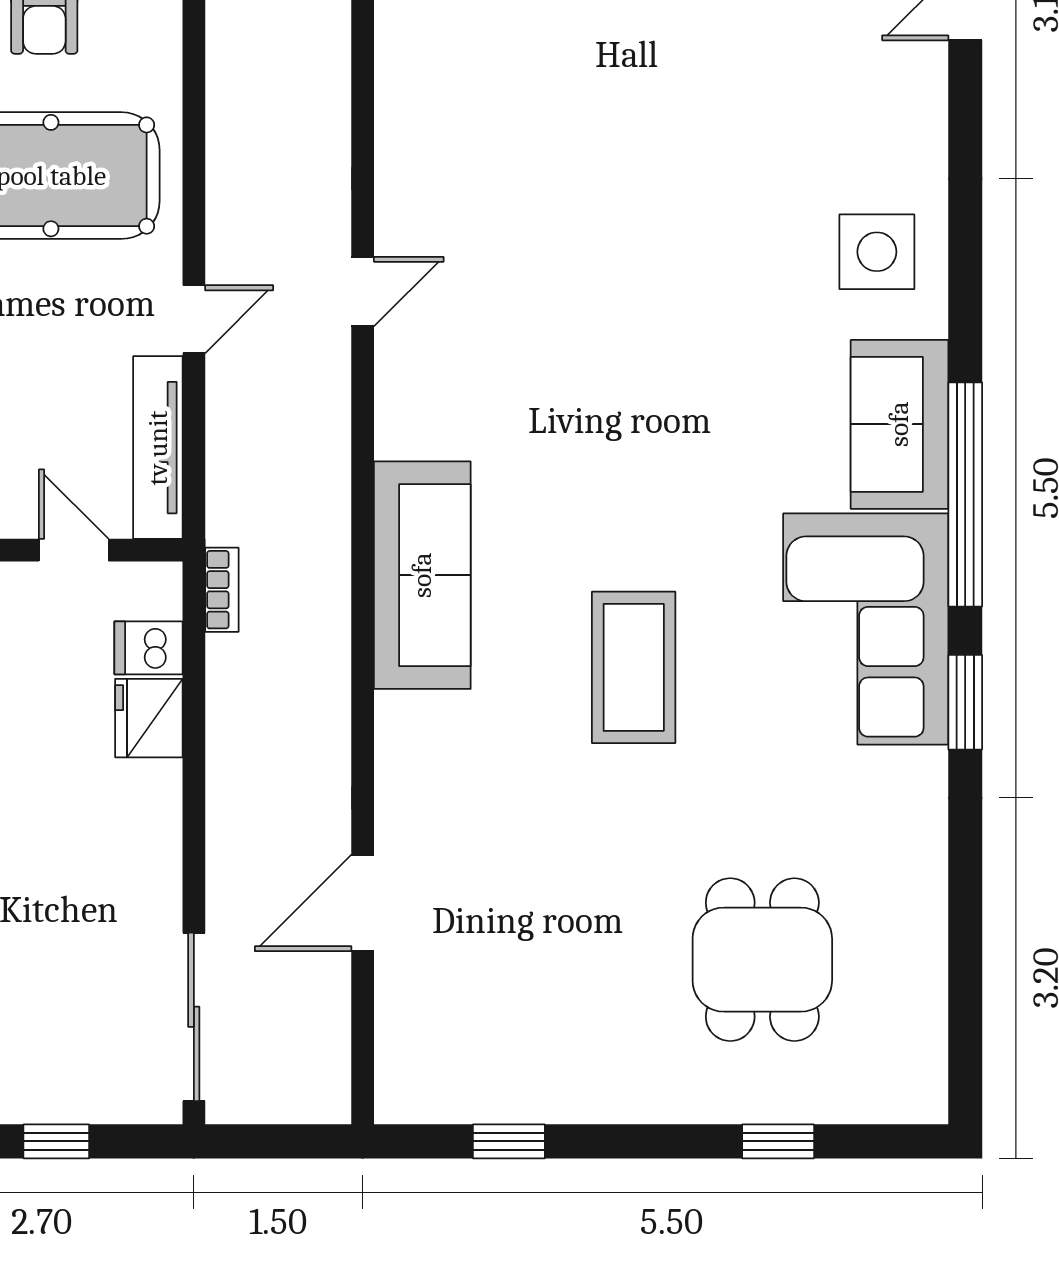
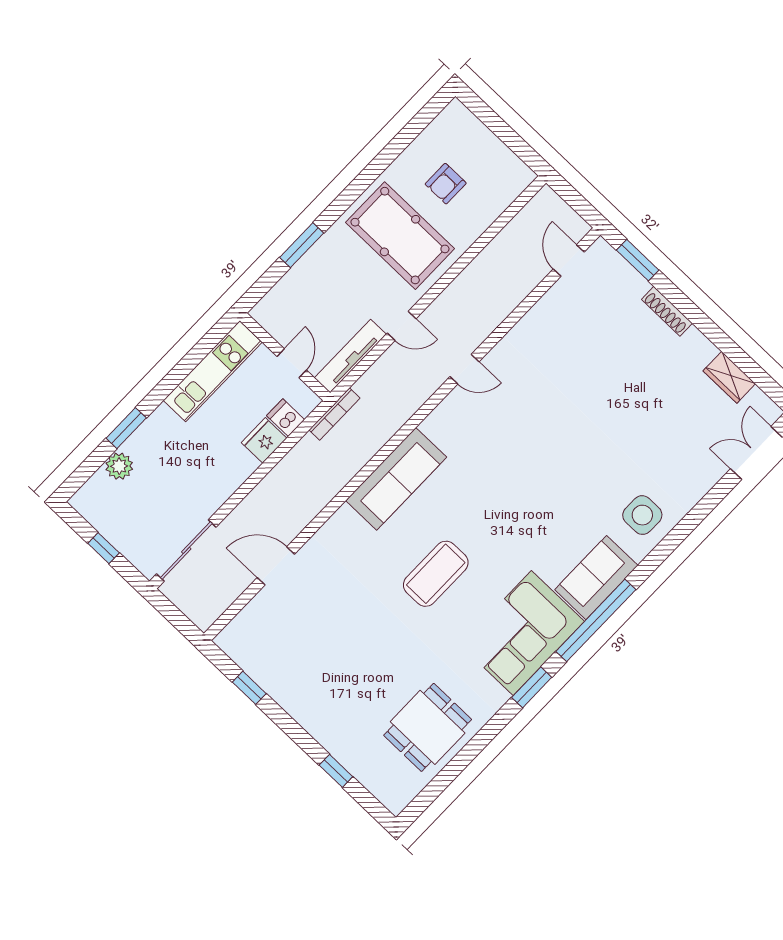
bookcase: (222, 590) -> (334, 414), width x1.56
dining table: (762, 960) -> (428, 727), moved

